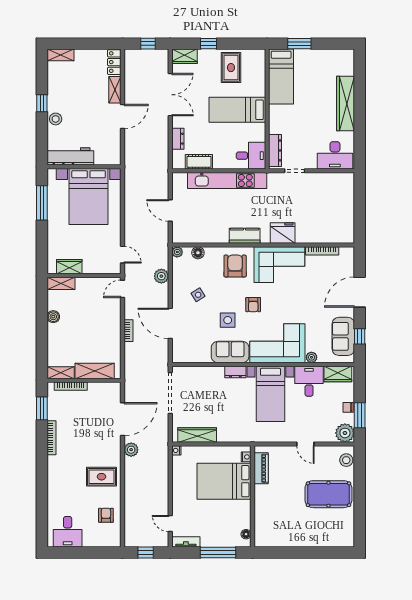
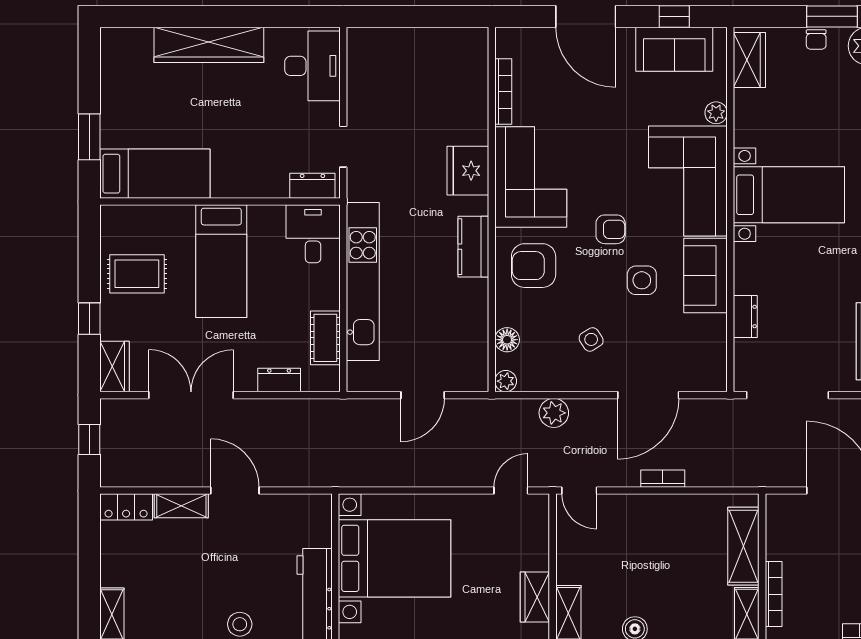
dresser: (275, 150) -> (312, 186), width x0.70
dresser: (235, 372) -> (745, 316), moved
desk: (309, 381) -> (764, 118), removed

